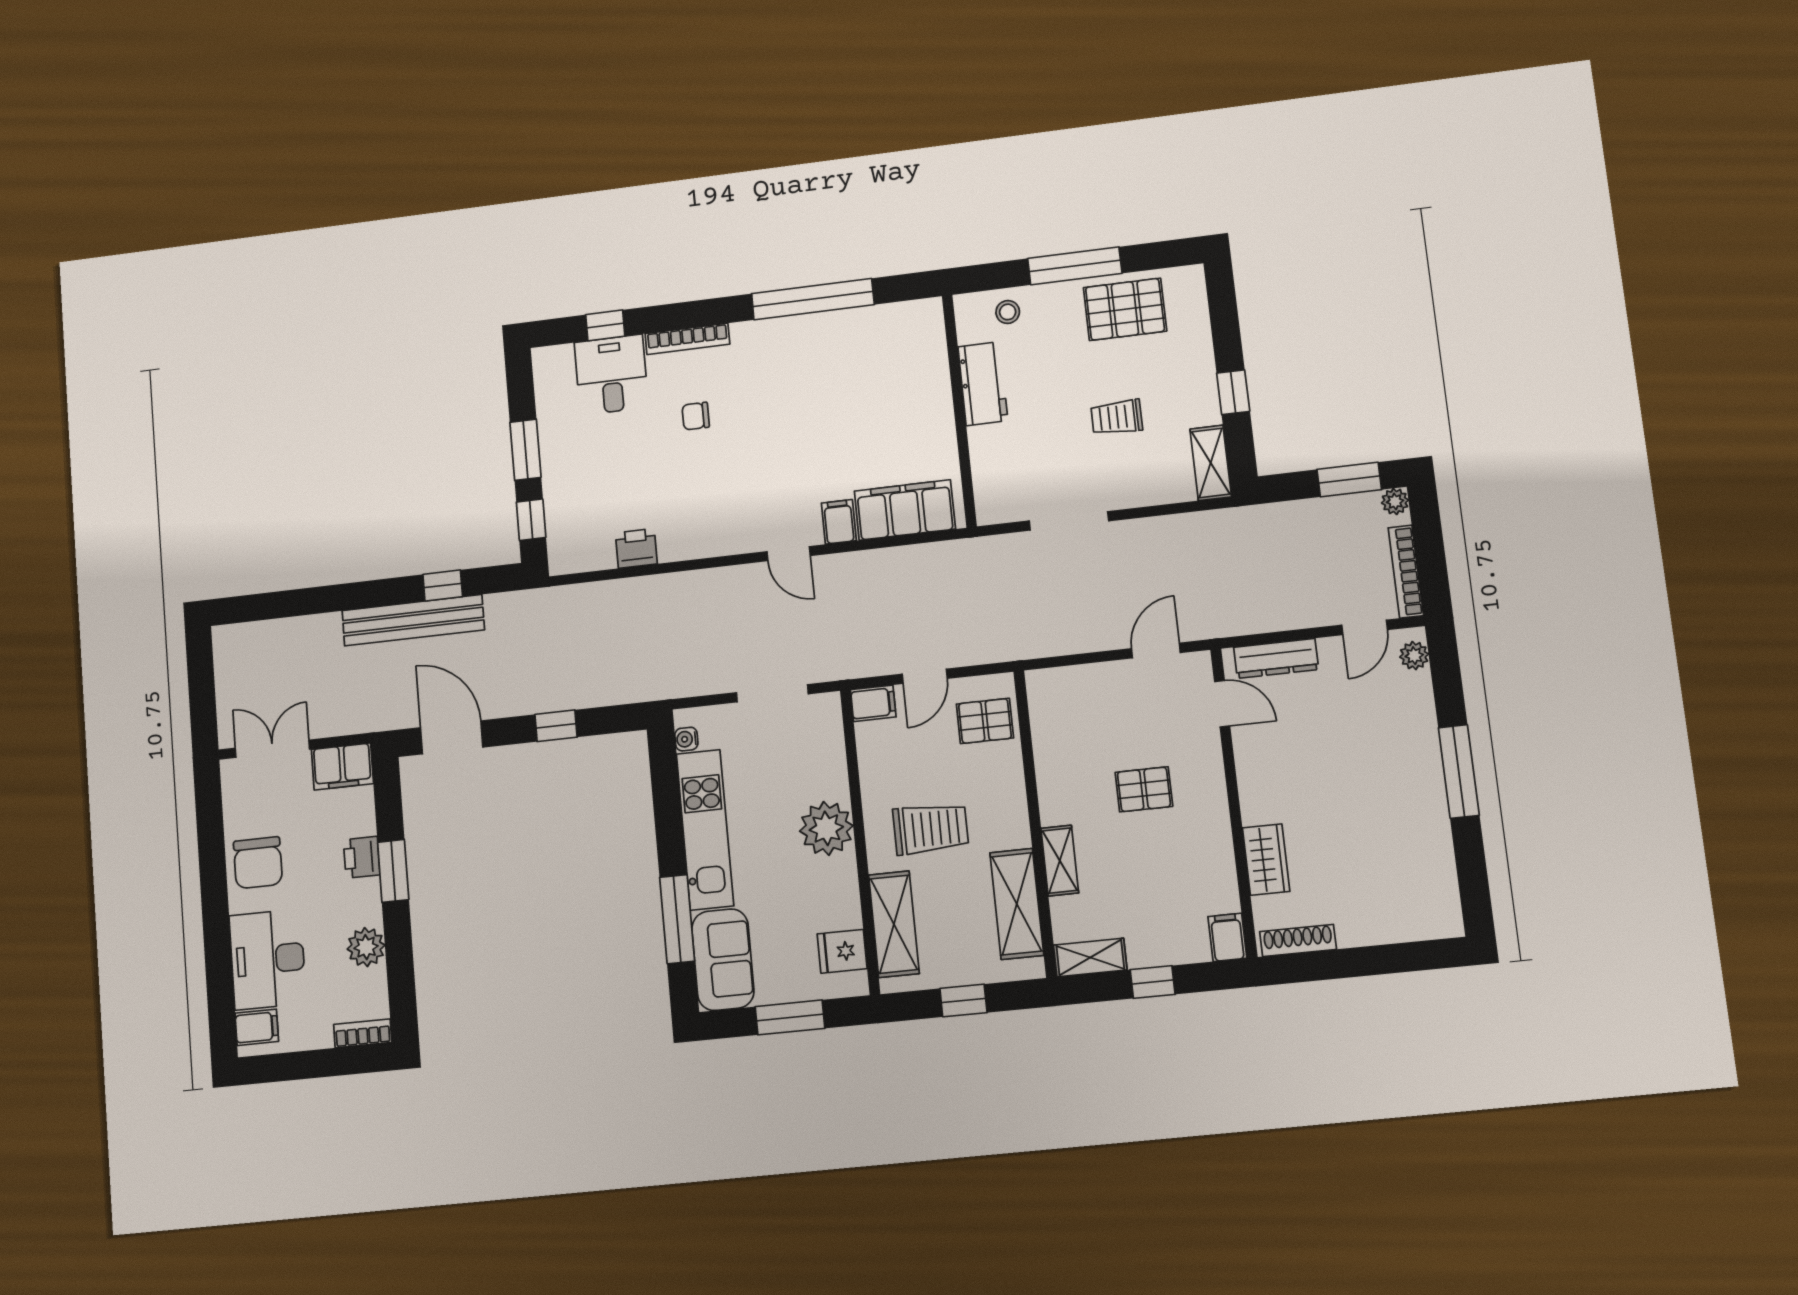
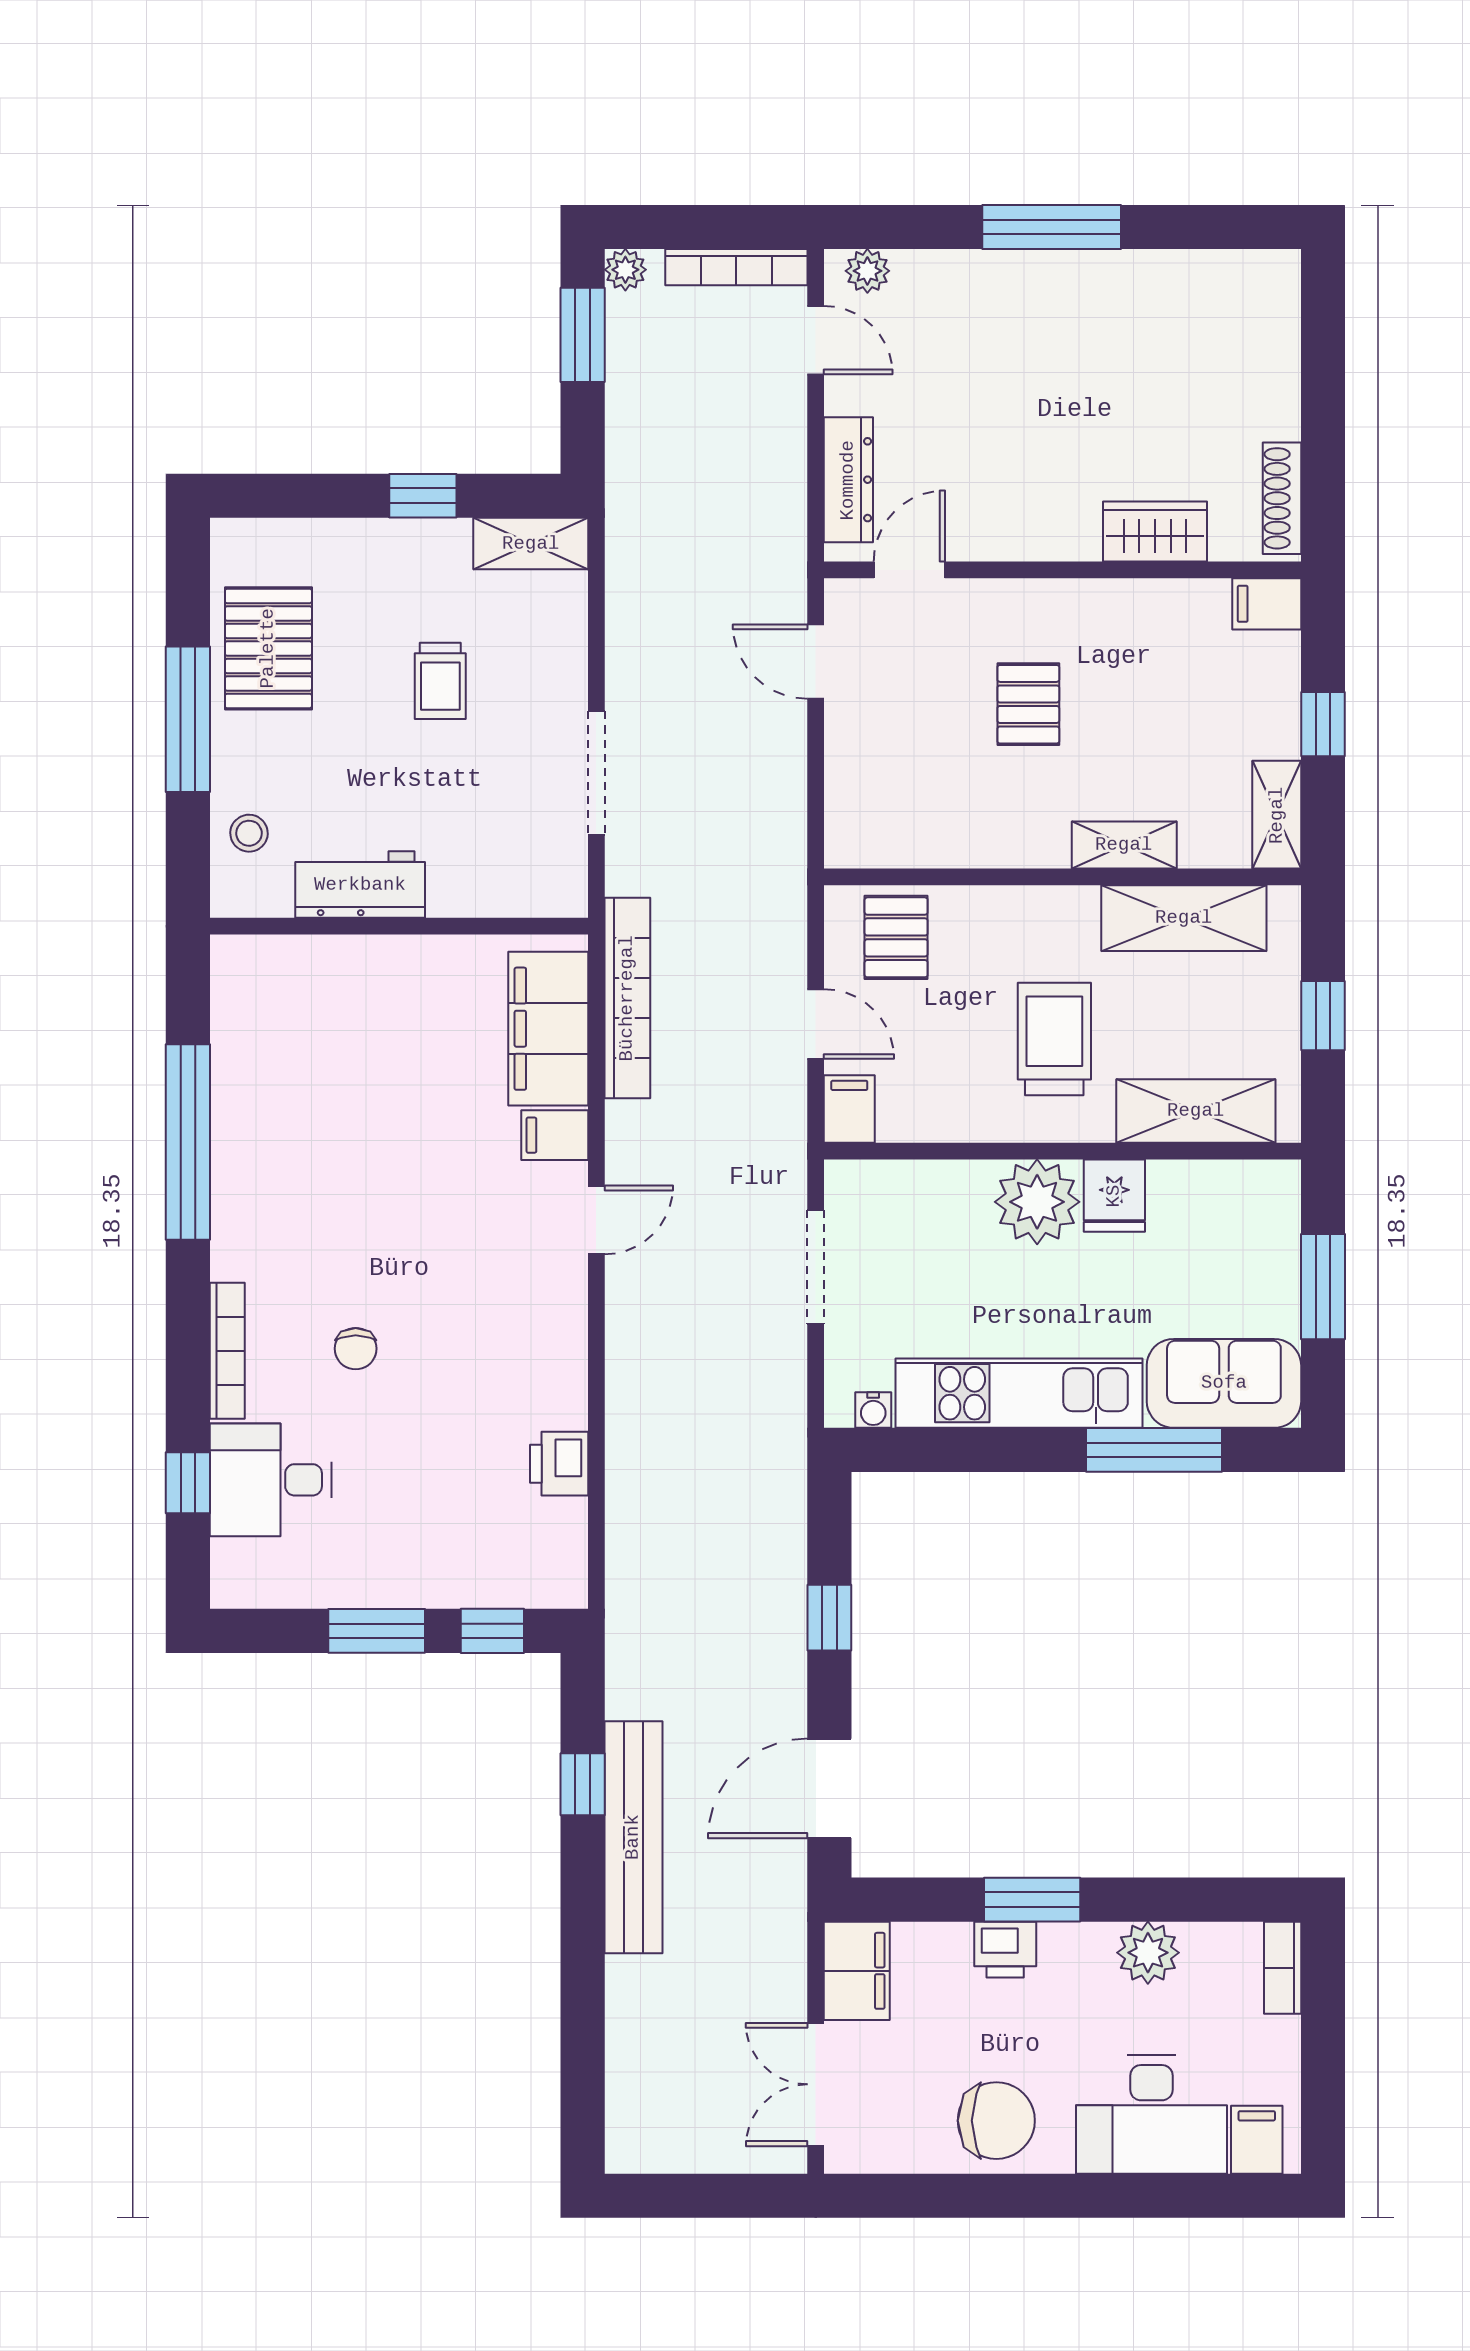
bookcase: (929, 557) -> (627, 998), added
fridge: (842, 951) -> (1114, 1196), moved

